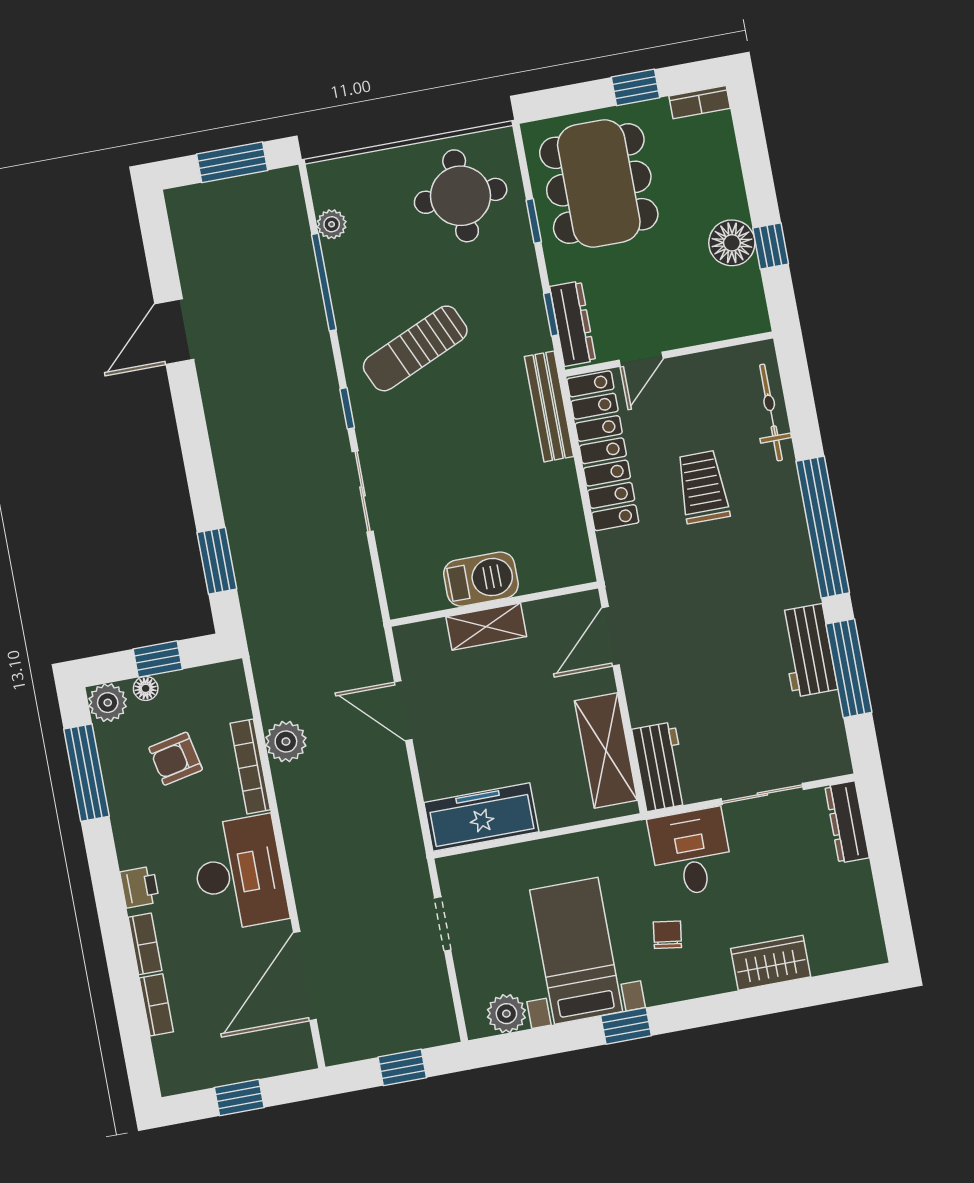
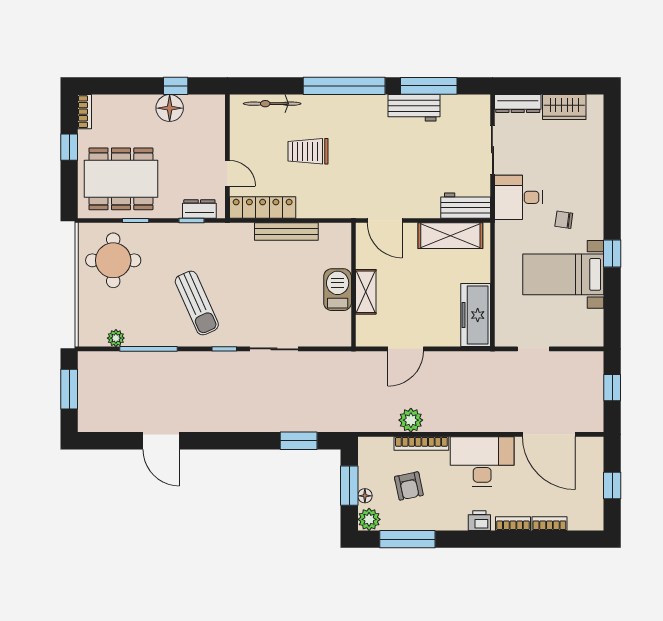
dresser: (573, 324) -> (199, 209), width x0.70
bench: (549, 406) -> (286, 232), moved
locker: (603, 451) -> (263, 208), width x0.71, depth x0.83
window: (158, 659) -> (349, 486), width x1.50
wardrobe: (771, 963) -> (564, 107), moved, turned -90
plant: (506, 1014) -> (592, 322), removed

